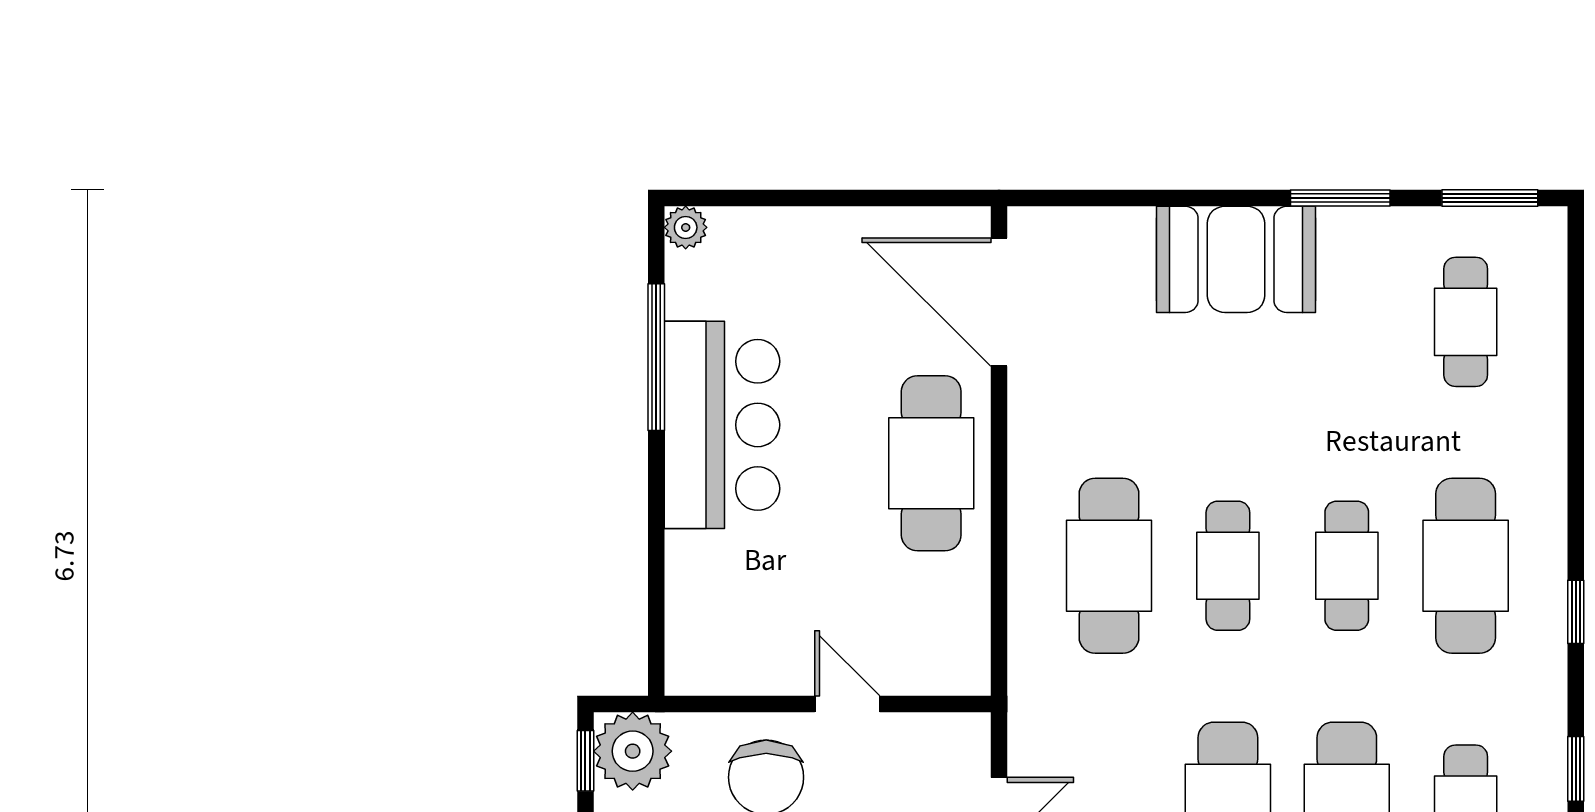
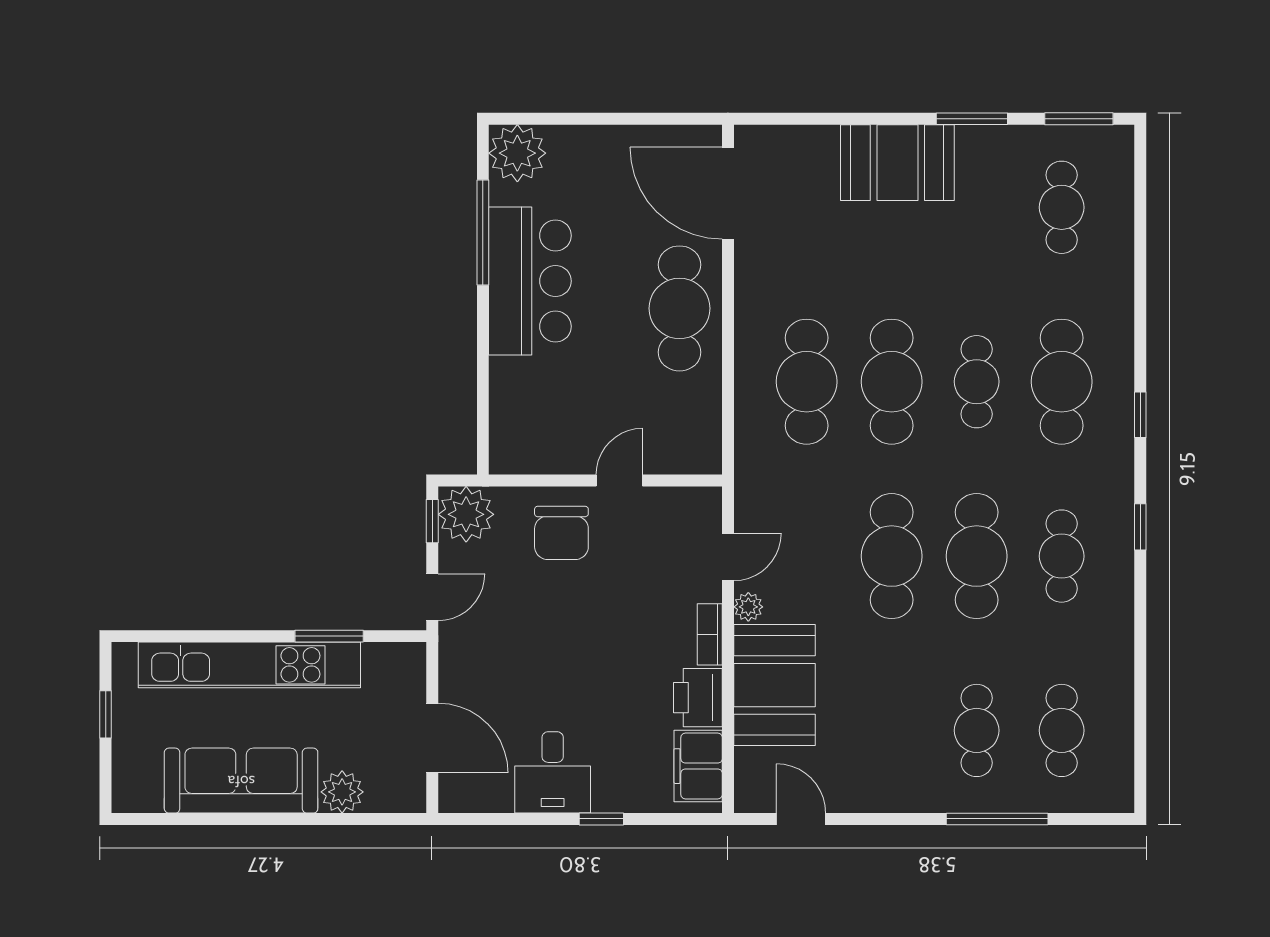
plant: (686, 227) -> (517, 153), width x1.88, depth x1.88
cafe table: (1228, 566) -> (892, 382), width x1.37, depth x1.35
door: (847, 704) -> (619, 481), hinge flipped

